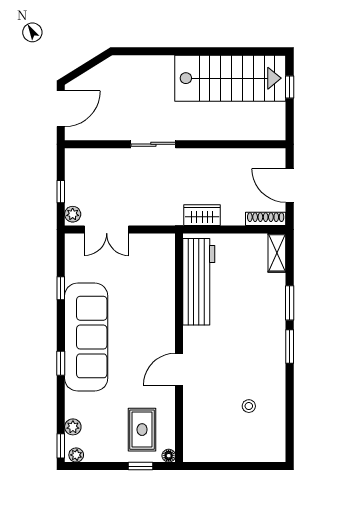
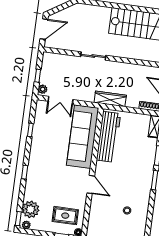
wardrobe: (202, 215) -> (110, 99), width x1.50
sofa: (86, 337) -> (83, 137), moved, turned 180
door: (179, 369) -> (91, 184), swing flipped
plant: (73, 427) -> (31, 209), width x1.87, depth x1.87
rug: (142, 430) -> (65, 216), turned 90

